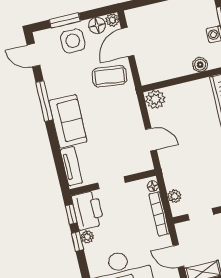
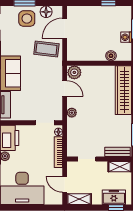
plant: (112, 20) -> (58, 11), removed
door: (151, 140) -> (65, 89), moved
doorway: (111, 183) -> (45, 123), moved
plant: (175, 196) -> (72, 113), moved

